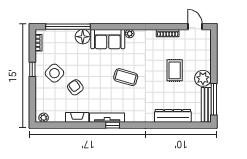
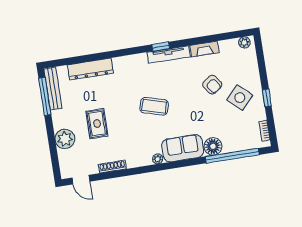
plant: (203, 78) -> (65, 139), moved

